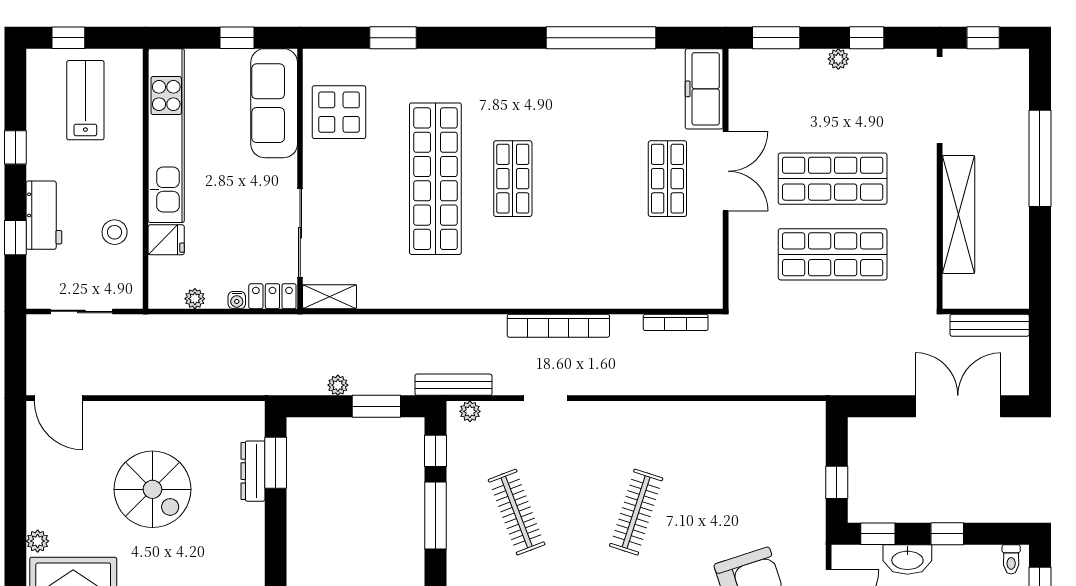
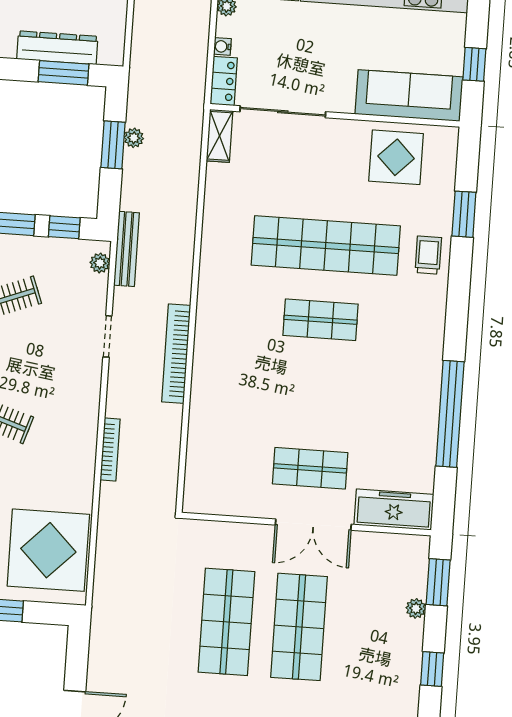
plant: (838, 59) -> (416, 608), moved
trolley: (438, 72) -> (428, 255), added
bookcase: (676, 322) -> (110, 450), moved, turned 180
window: (376, 406) -> (113, 145), moved
display table: (771, 444) -> (48, 550), added
dresser: (253, 471) -> (57, 48), width x1.37, depth x1.24

